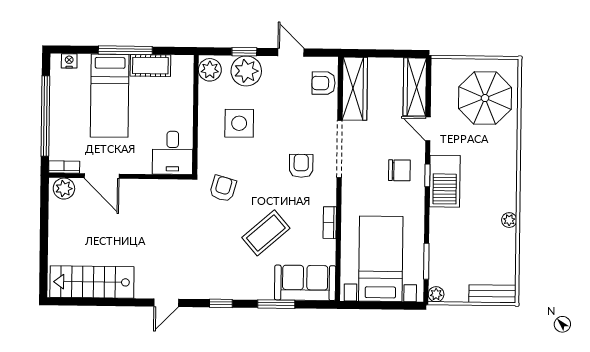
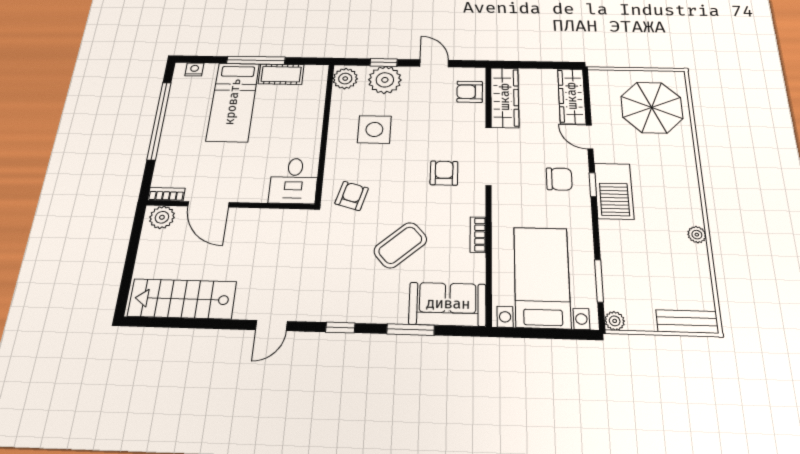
desk: (173, 153) -> (294, 181), moved
bookcase: (64, 167) -> (166, 194), moved
door: (102, 176) -> (208, 204), moved
wall: (121, 176) -> (230, 205), moved
plant: (64, 189) -> (162, 217), moved

